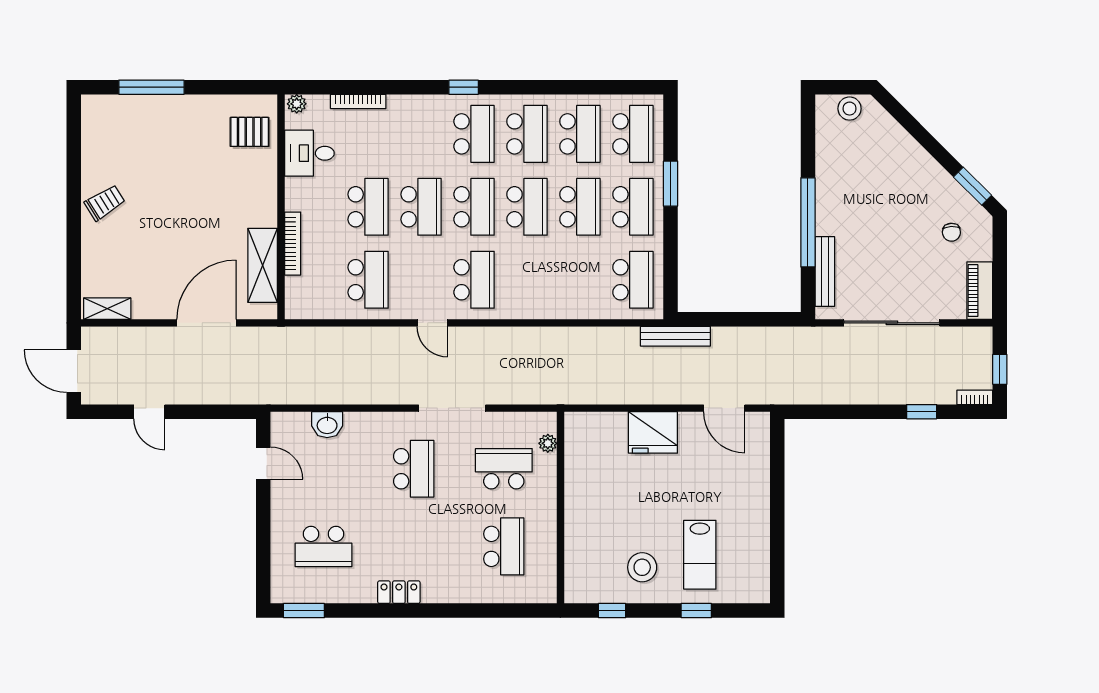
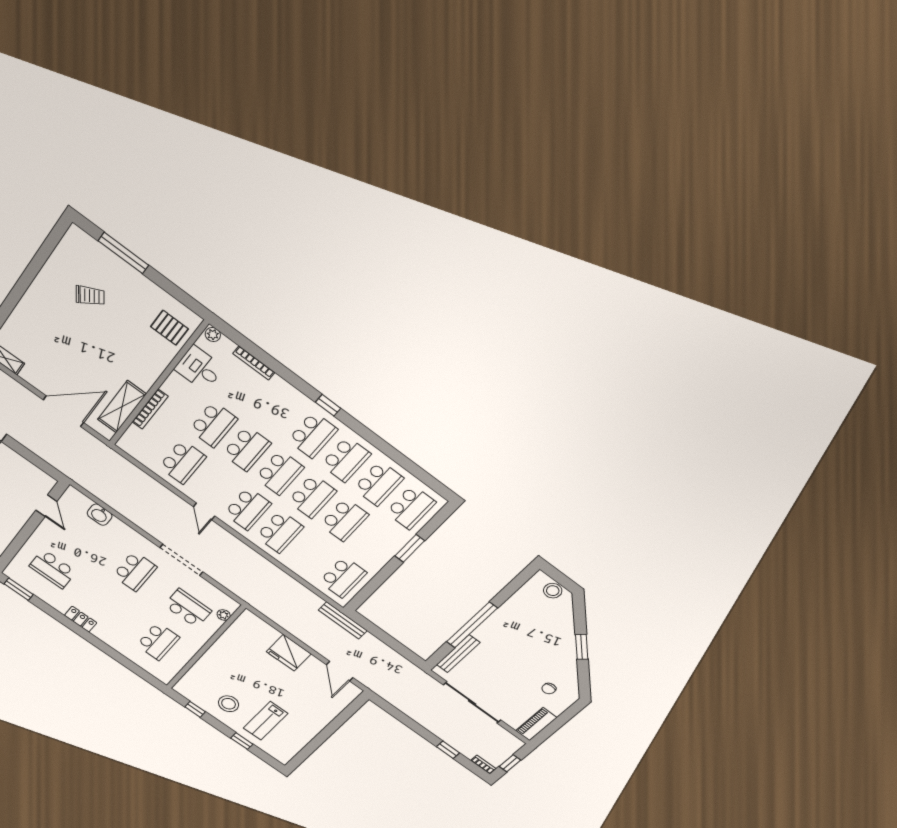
window: (972, 186) -> (582, 647), moved
trolley: (105, 203) -> (90, 296), moved
school desk: (633, 207) -> (280, 532), moved

